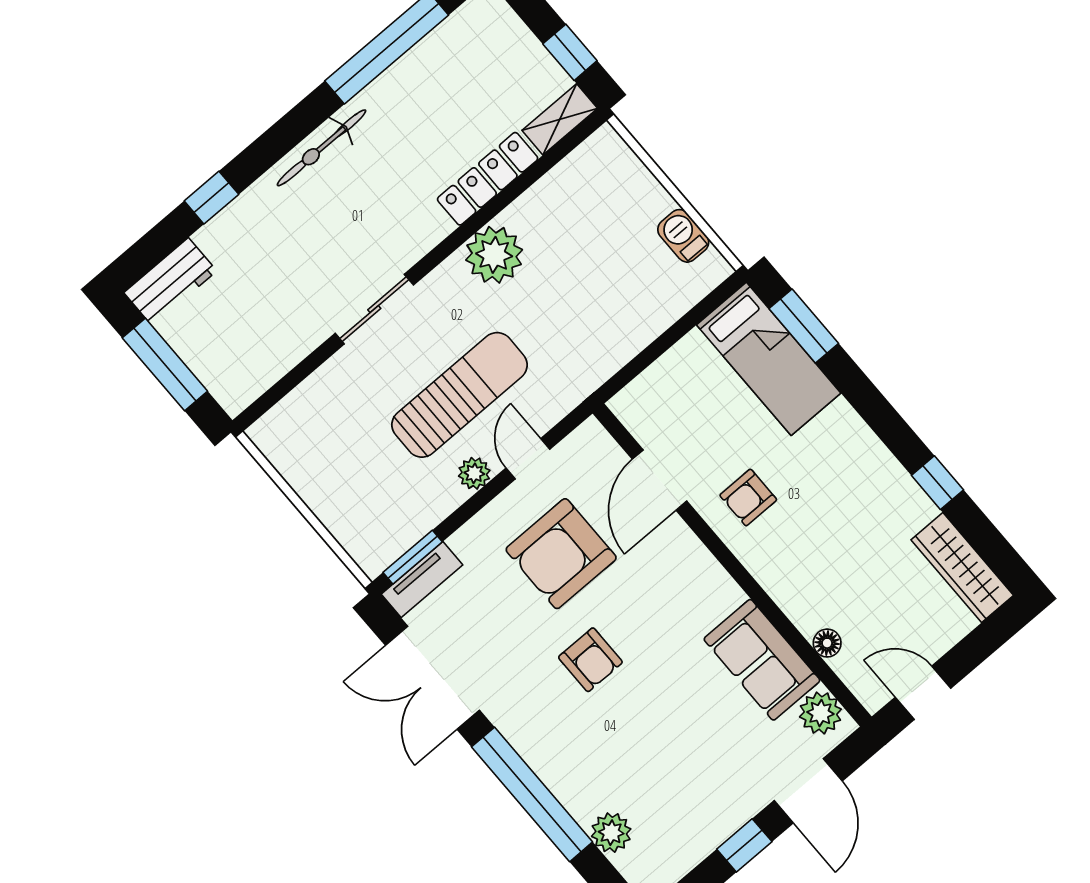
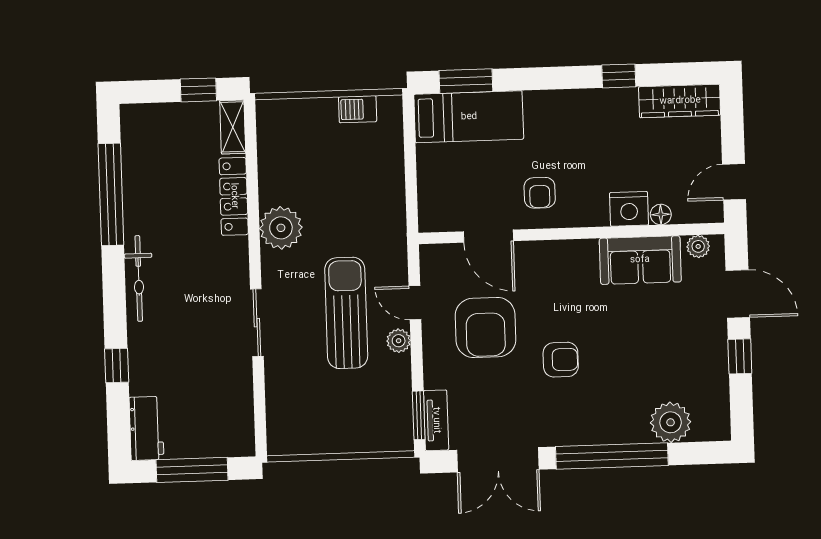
nightstand: (806, 605) -> (629, 209), added
plant: (820, 713) -> (698, 246), width x0.73, depth x0.73
plant: (611, 833) -> (671, 422), width x1.36, depth x1.36

